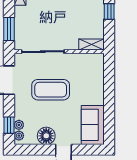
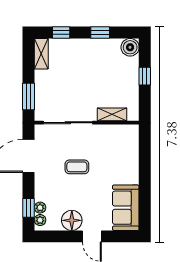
shelving: (92, 45) -> (112, 114), moved
coffee table: (51, 90) -> (77, 167), width x0.54, depth x0.58

